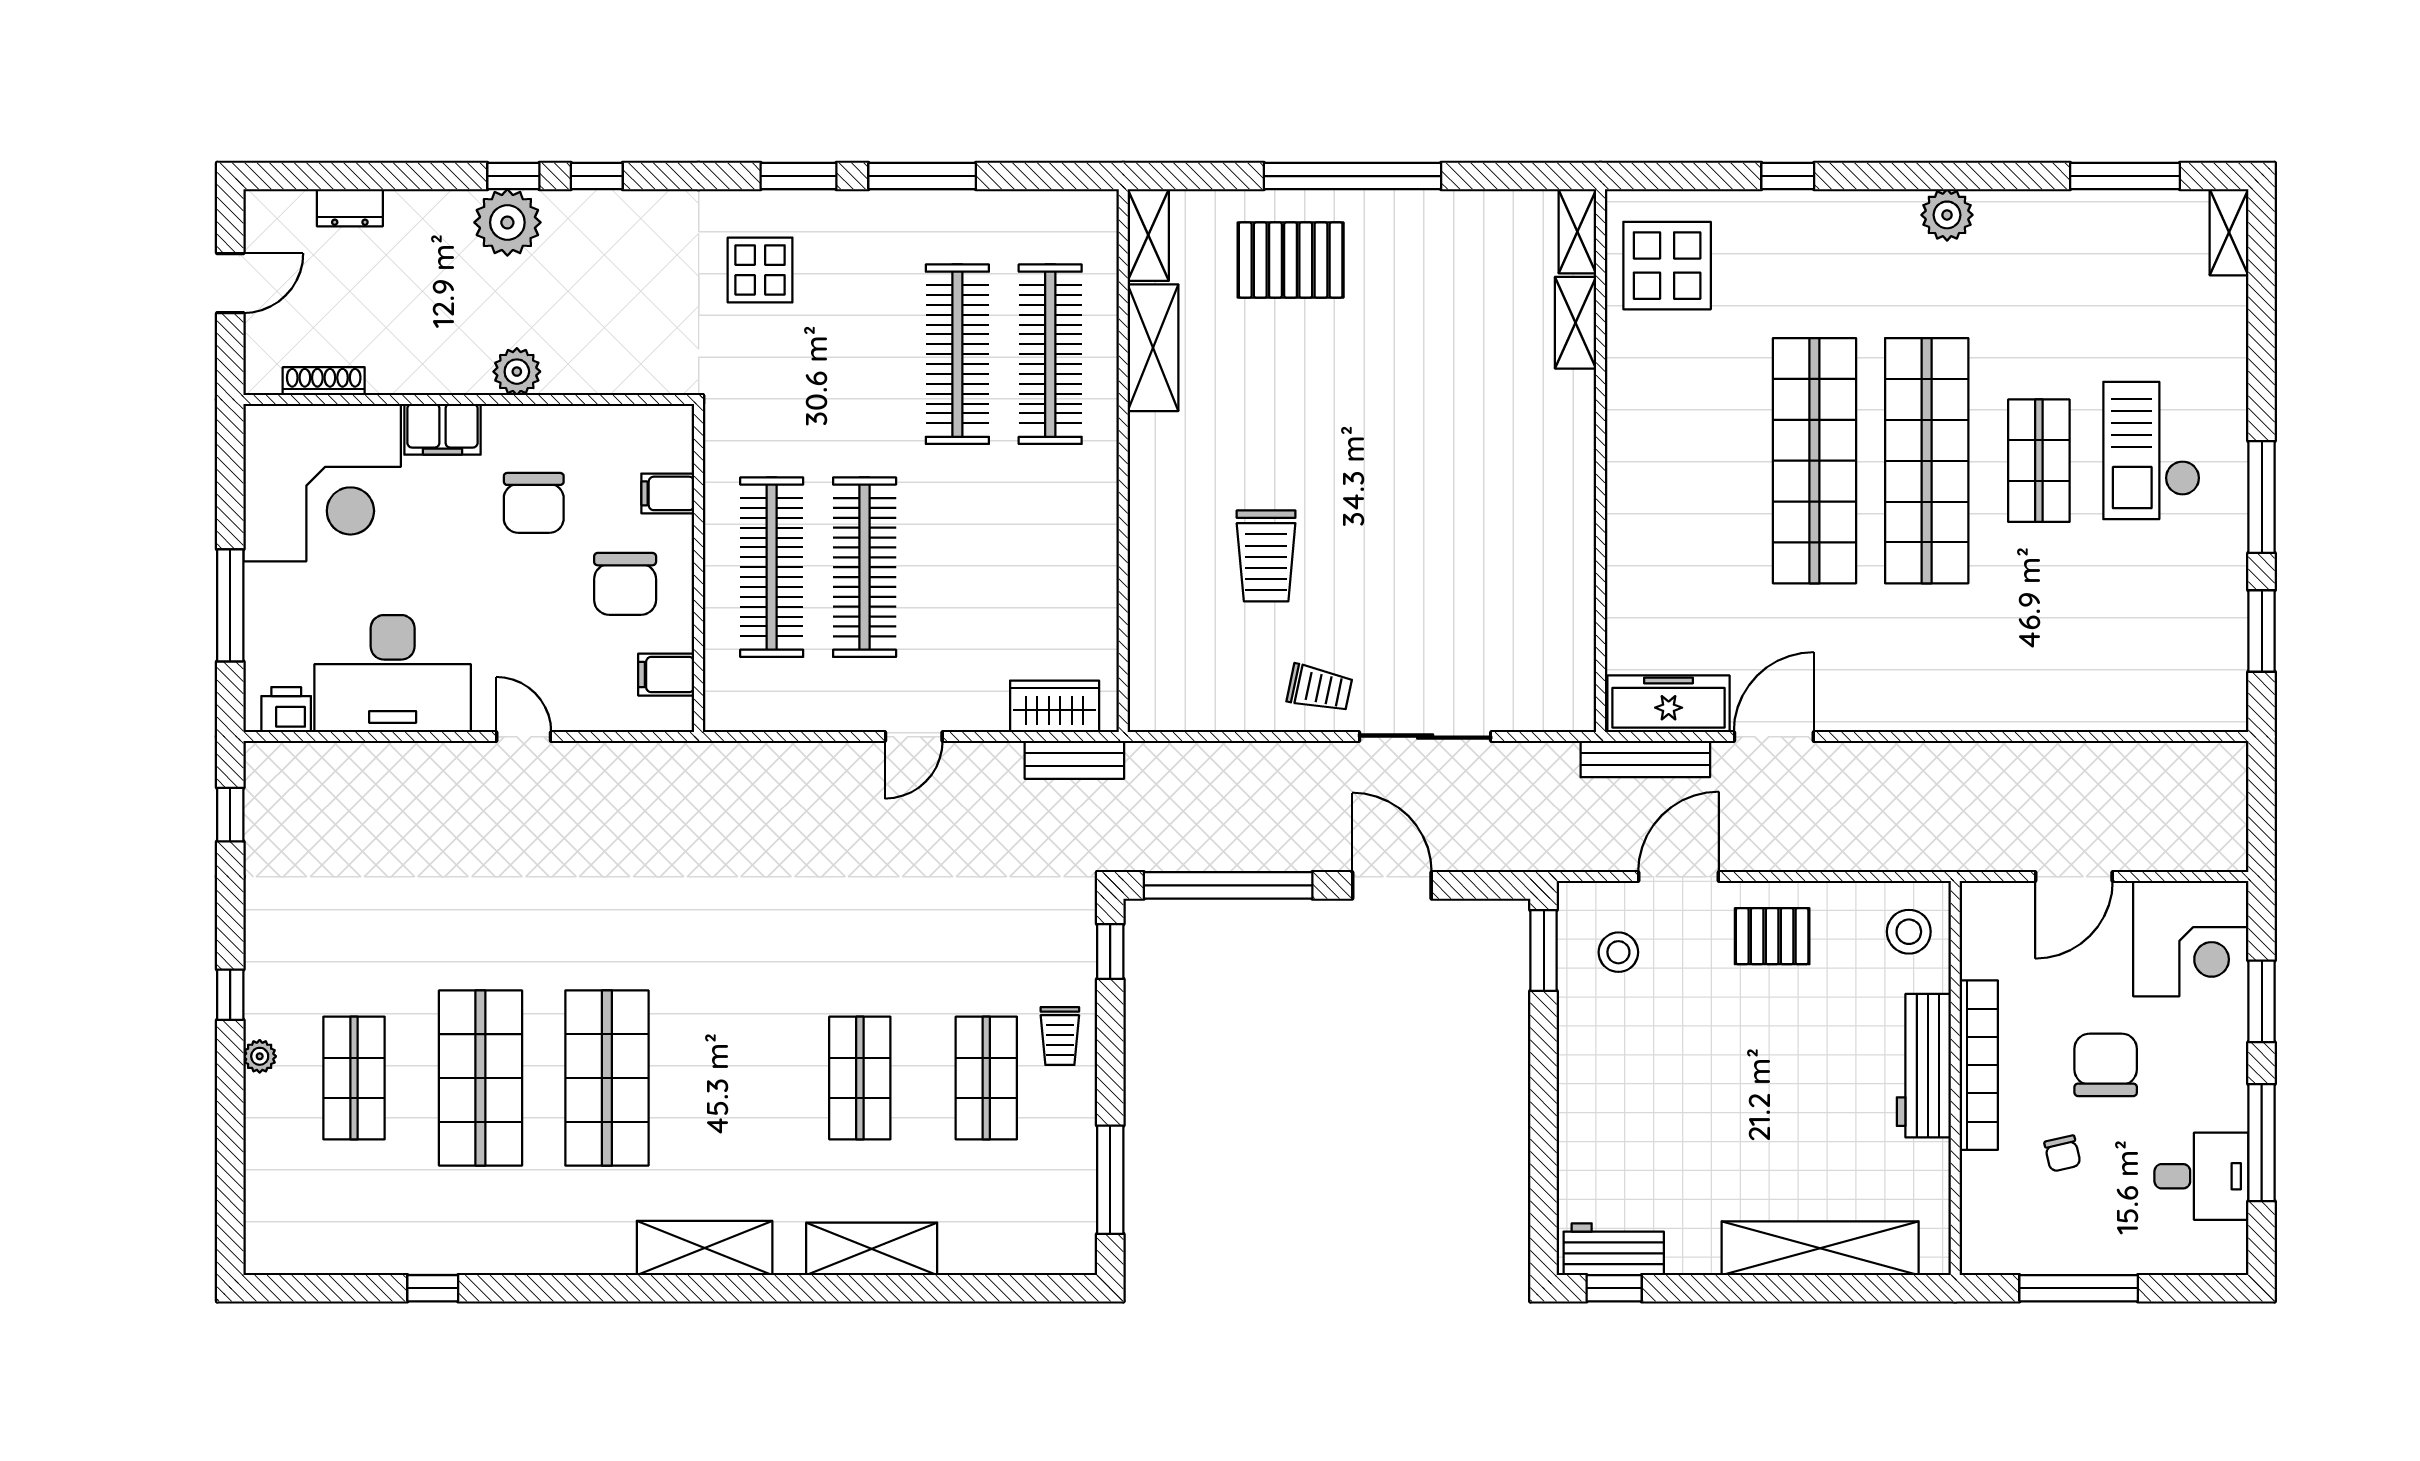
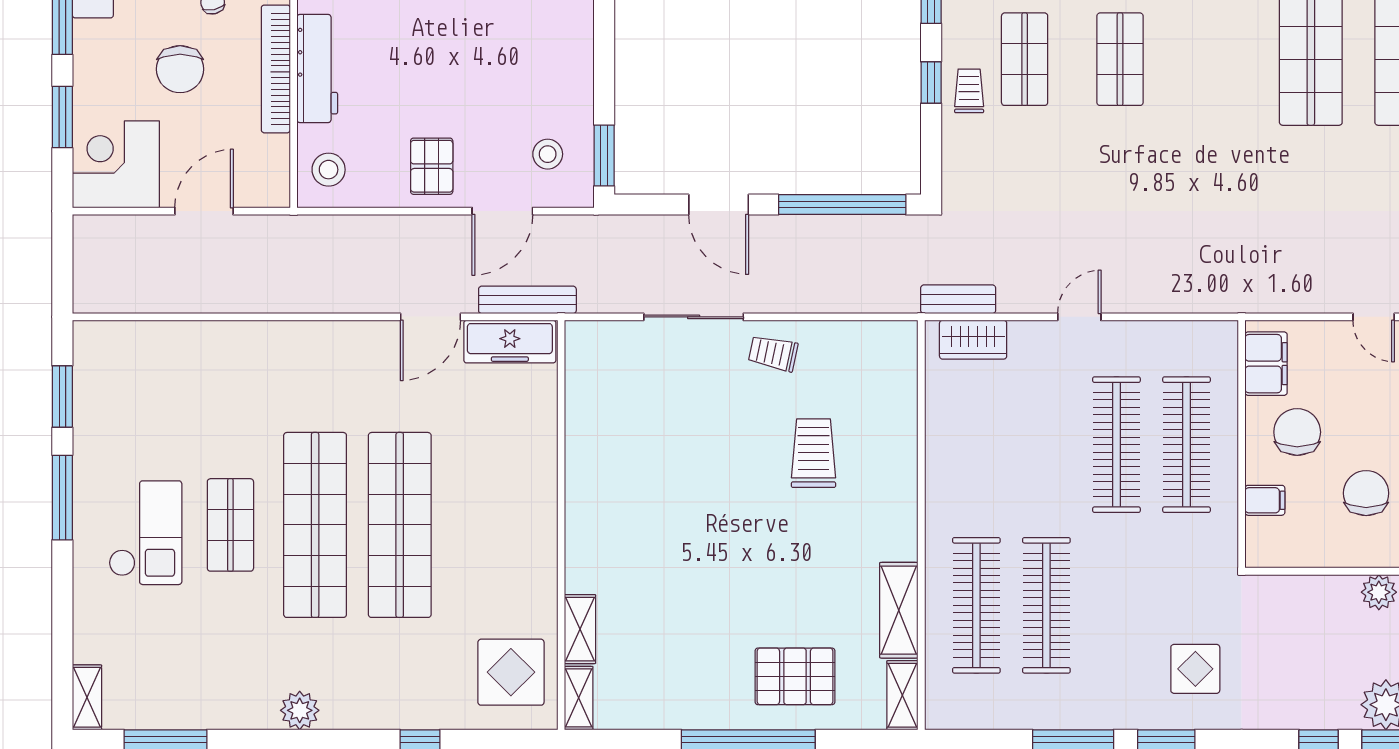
filing cabinet: (666, 675) -> (1266, 364), width x2.00
pallet: (1772, 936) -> (432, 166), turned 90
window: (1110, 951) -> (931, 83), moved

